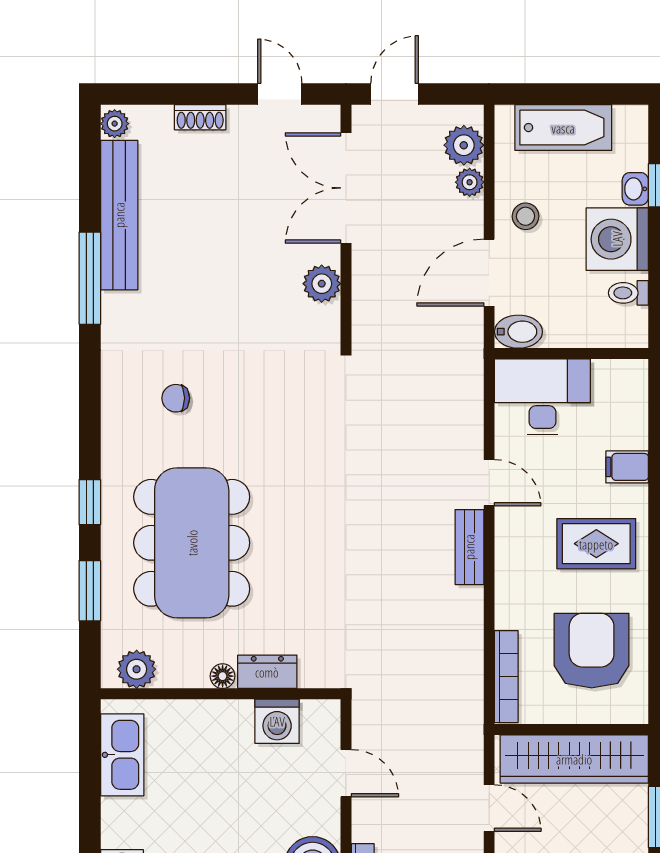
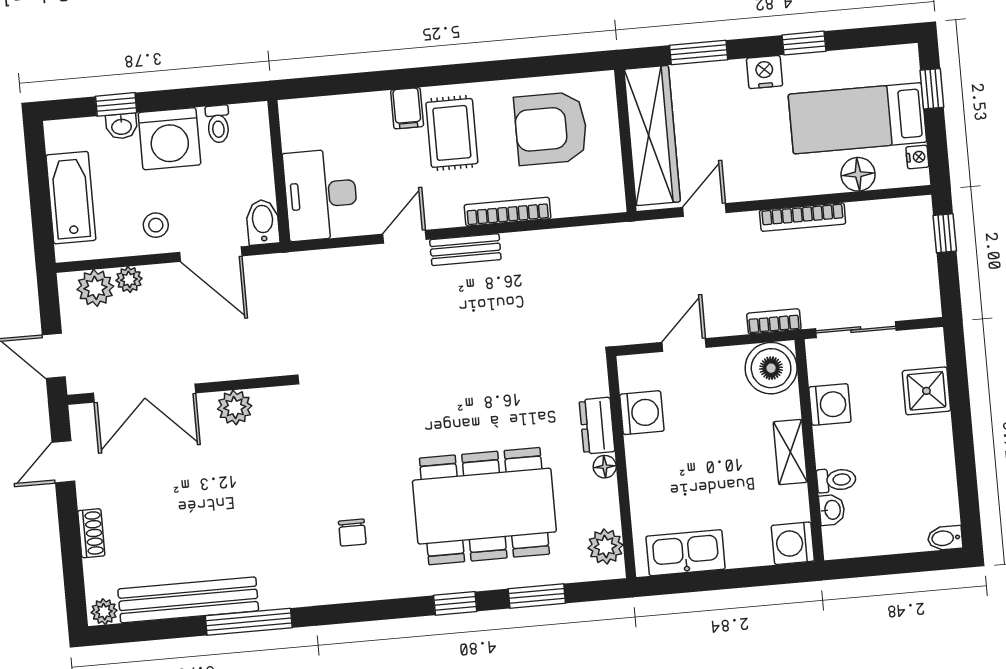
filing cabinet: (627, 467) -> (407, 108), moved
bookcase: (506, 677) -> (508, 212), moved

